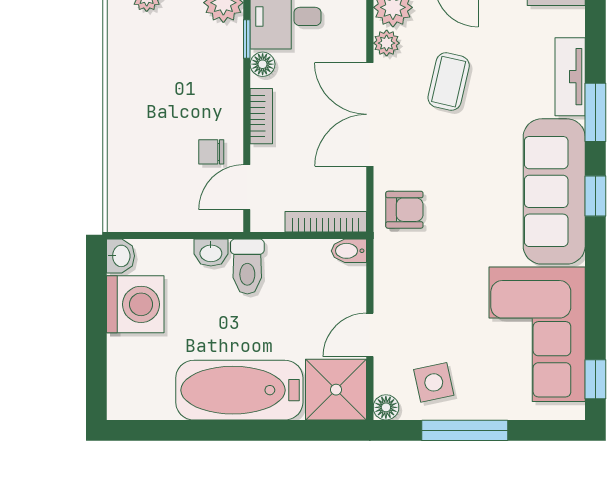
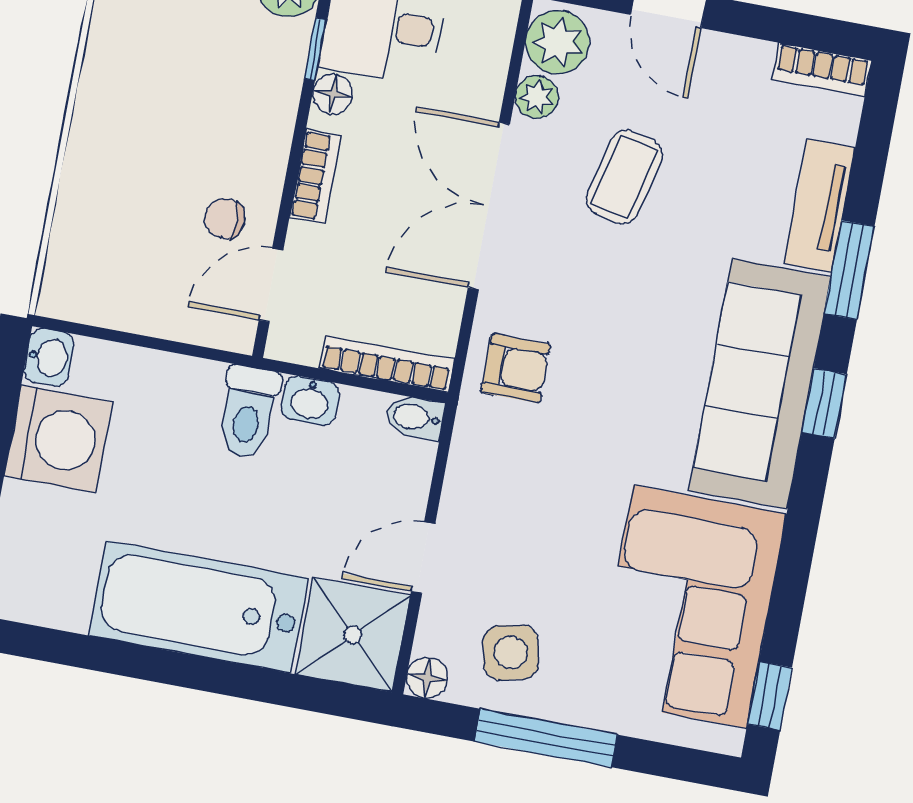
washbasin: (211, 253) -> (310, 401), moved

